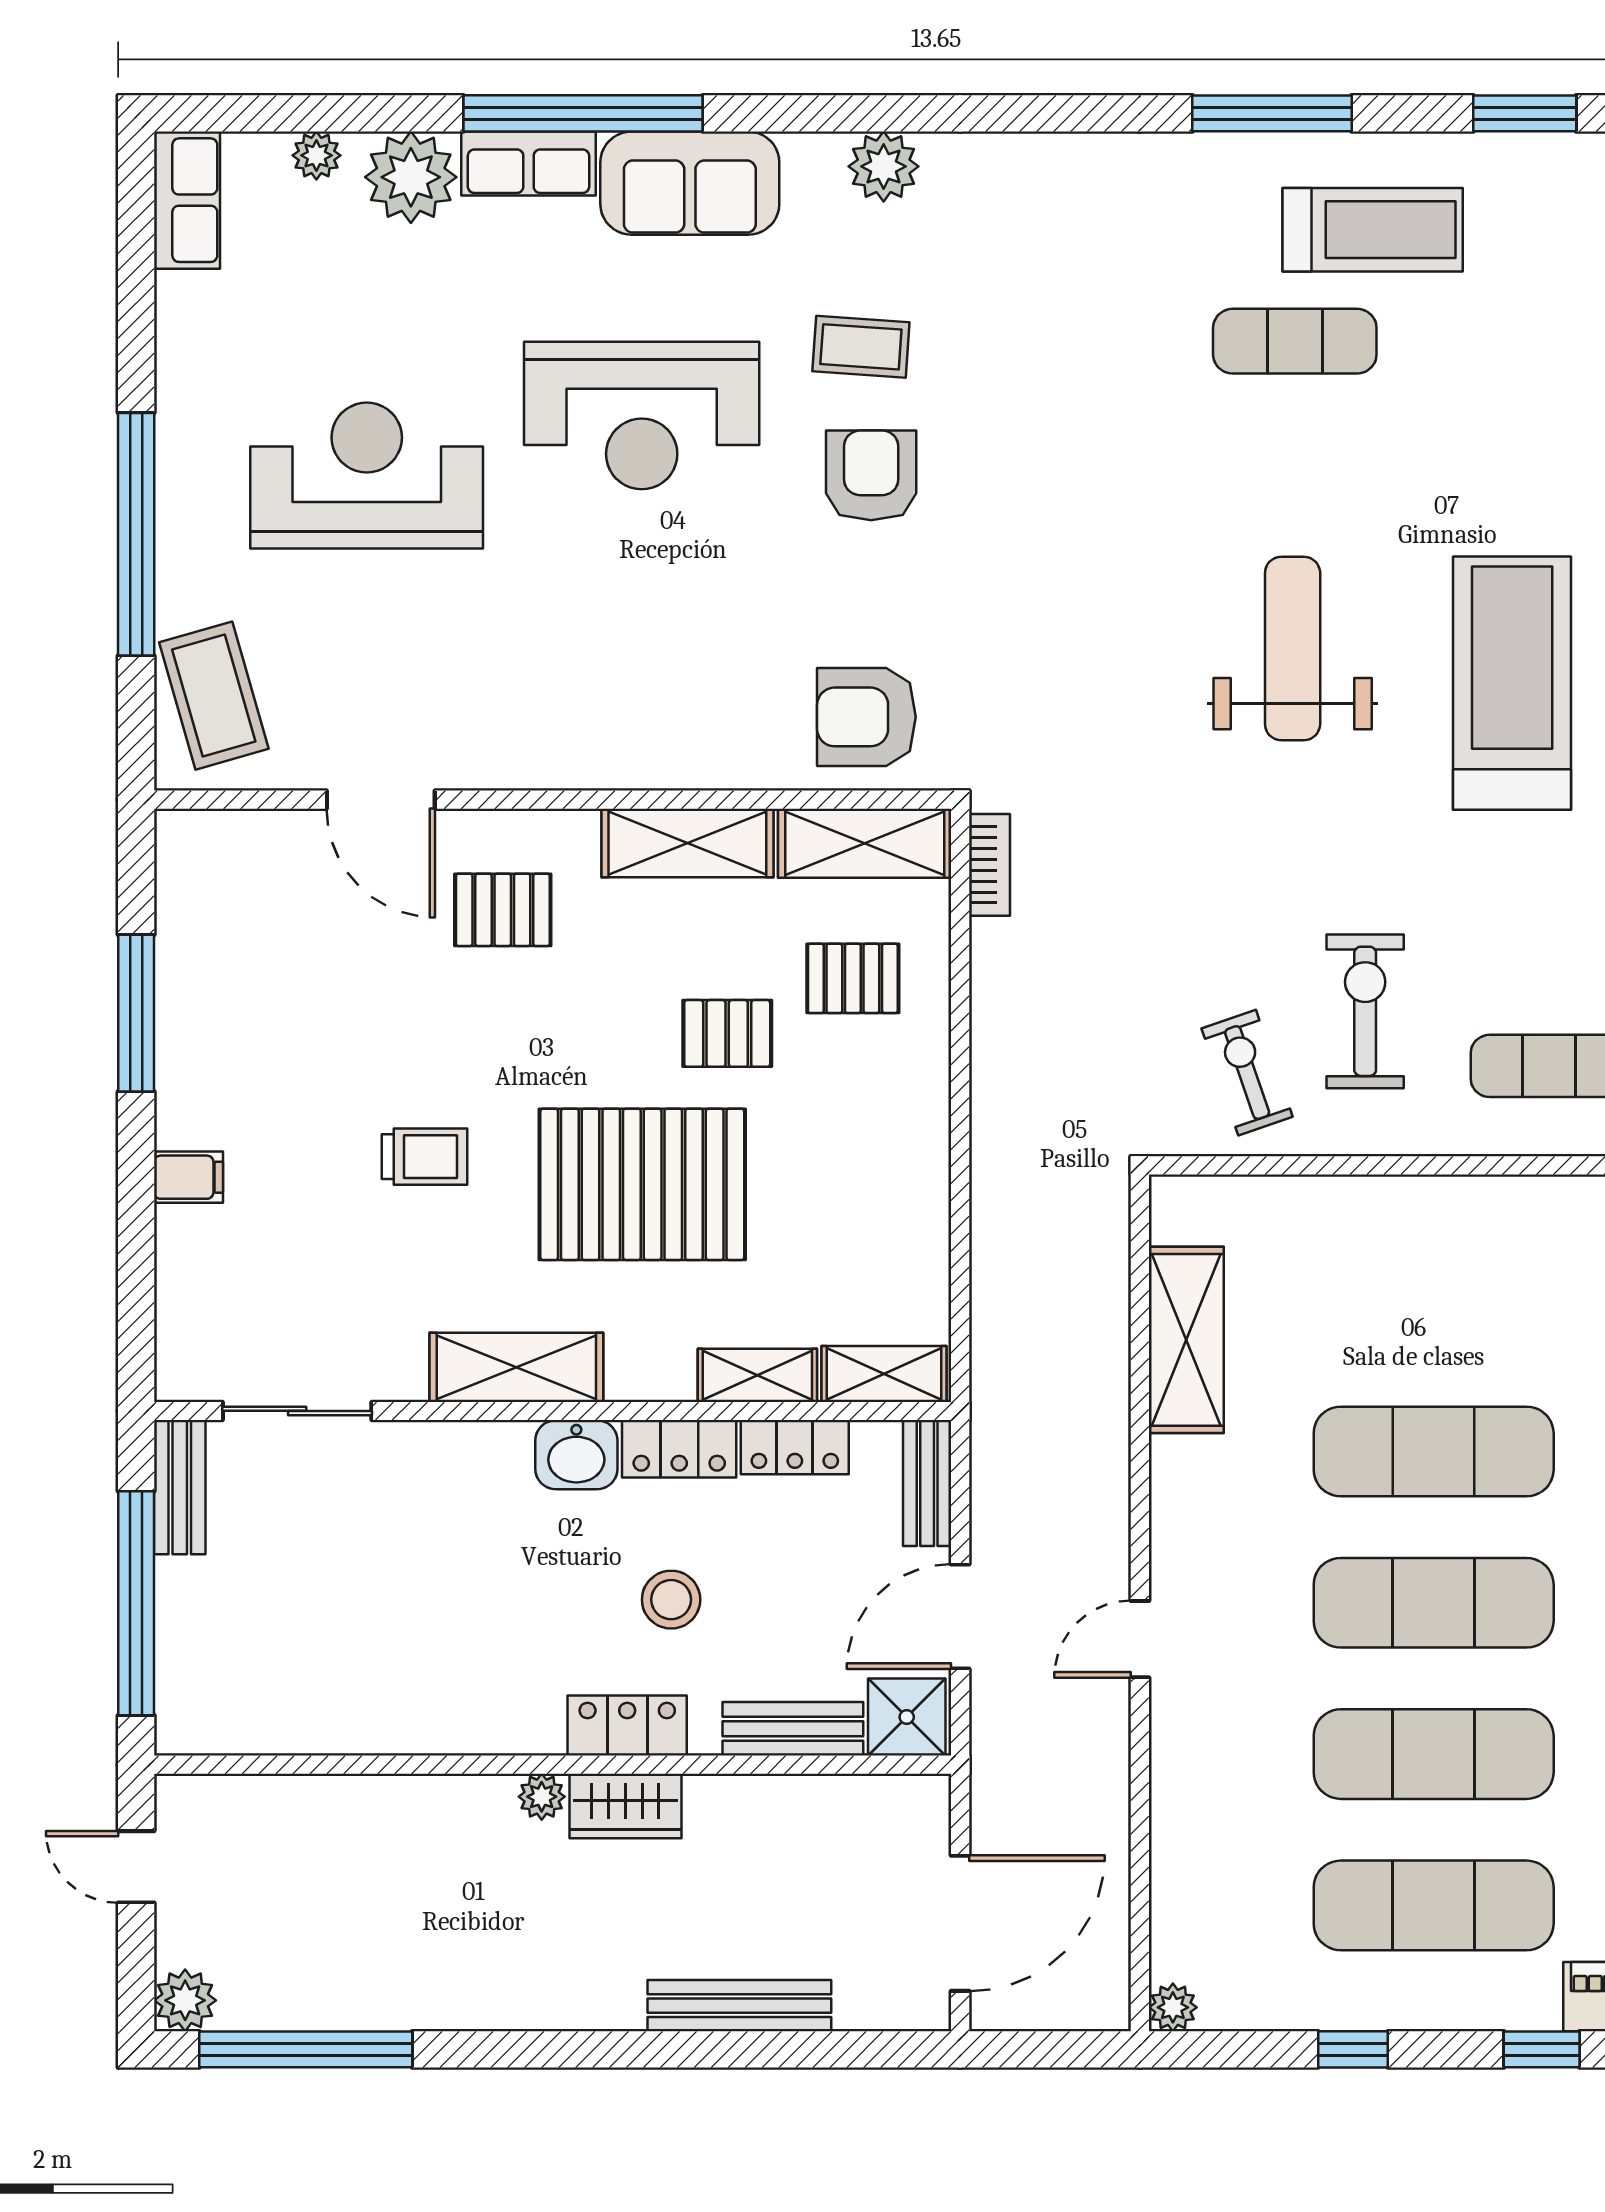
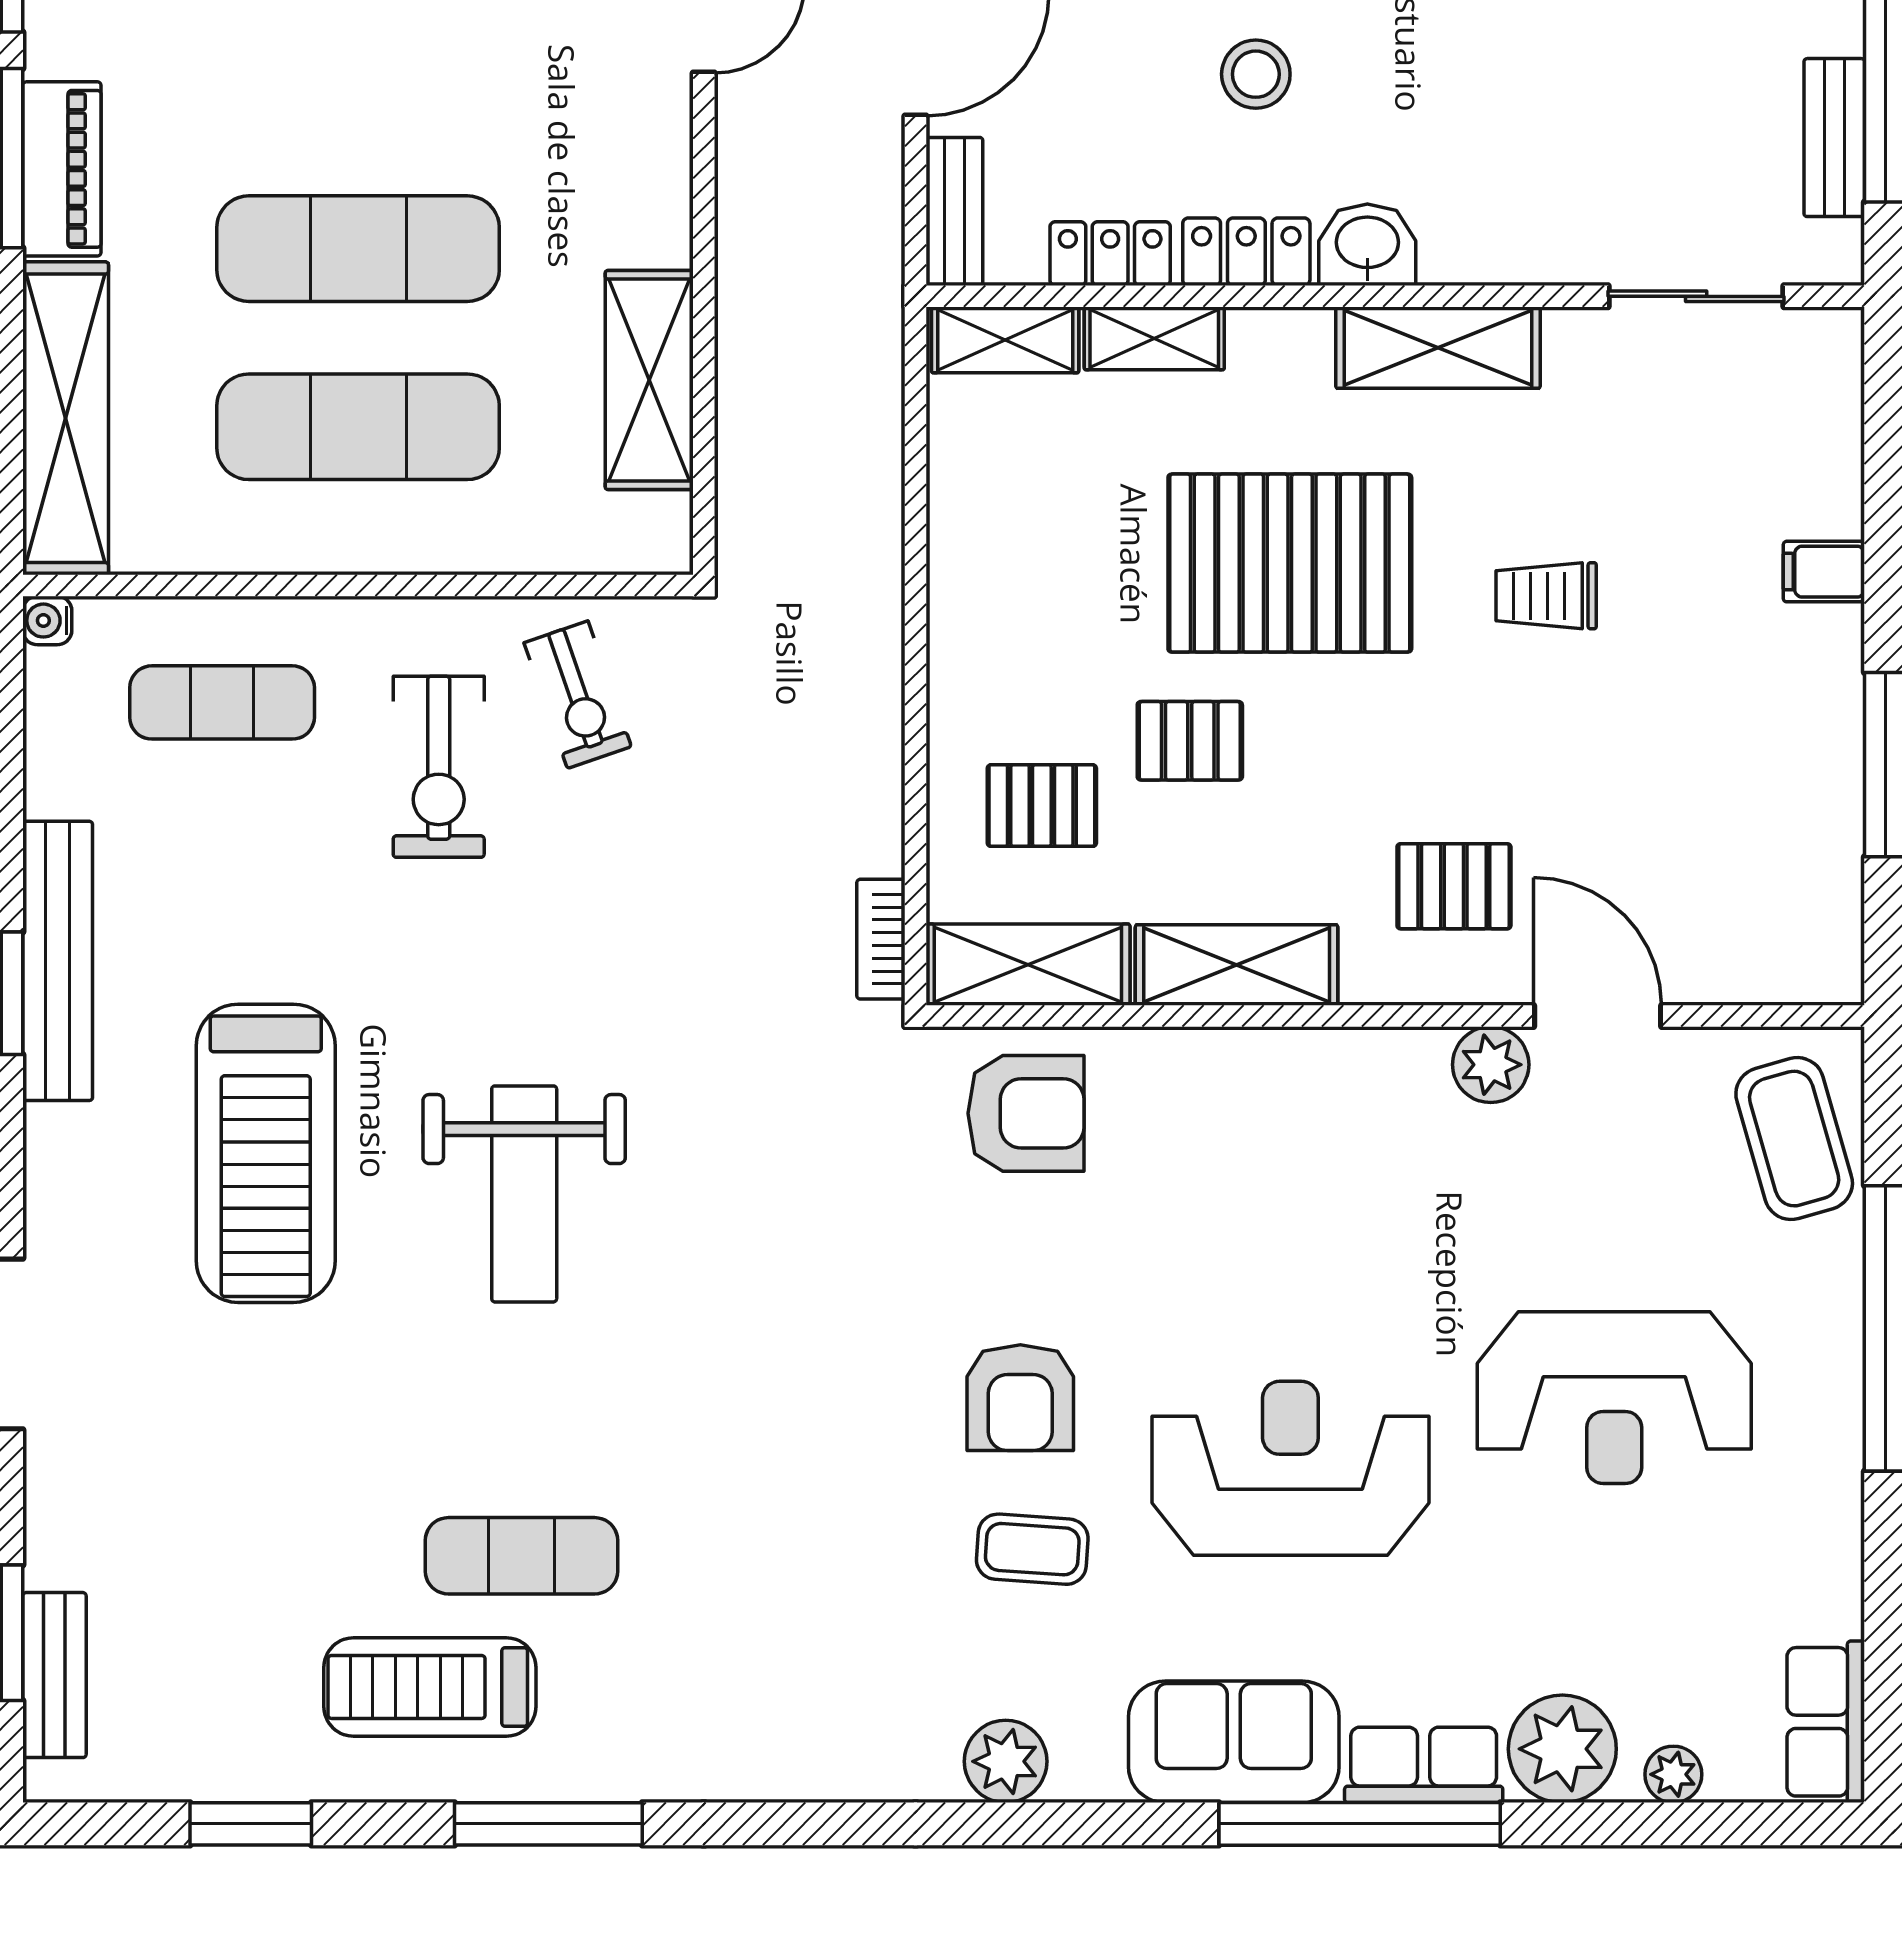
plant: (472, 758) -> (1491, 1065), added
bench: (180, 1487) -> (1834, 138), moved
exercise mat: (1434, 1603) -> (358, 427), moved

